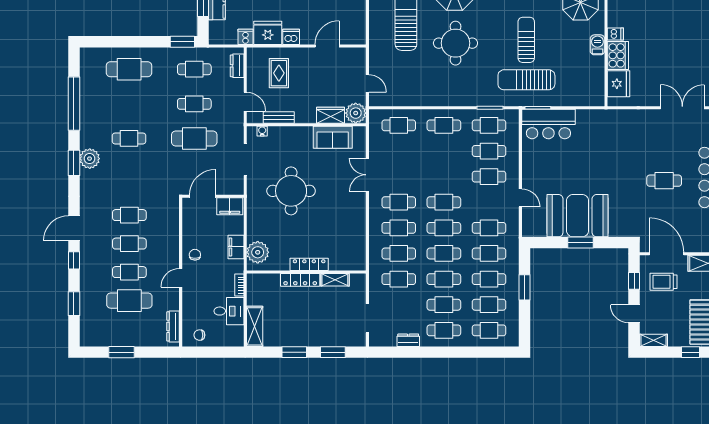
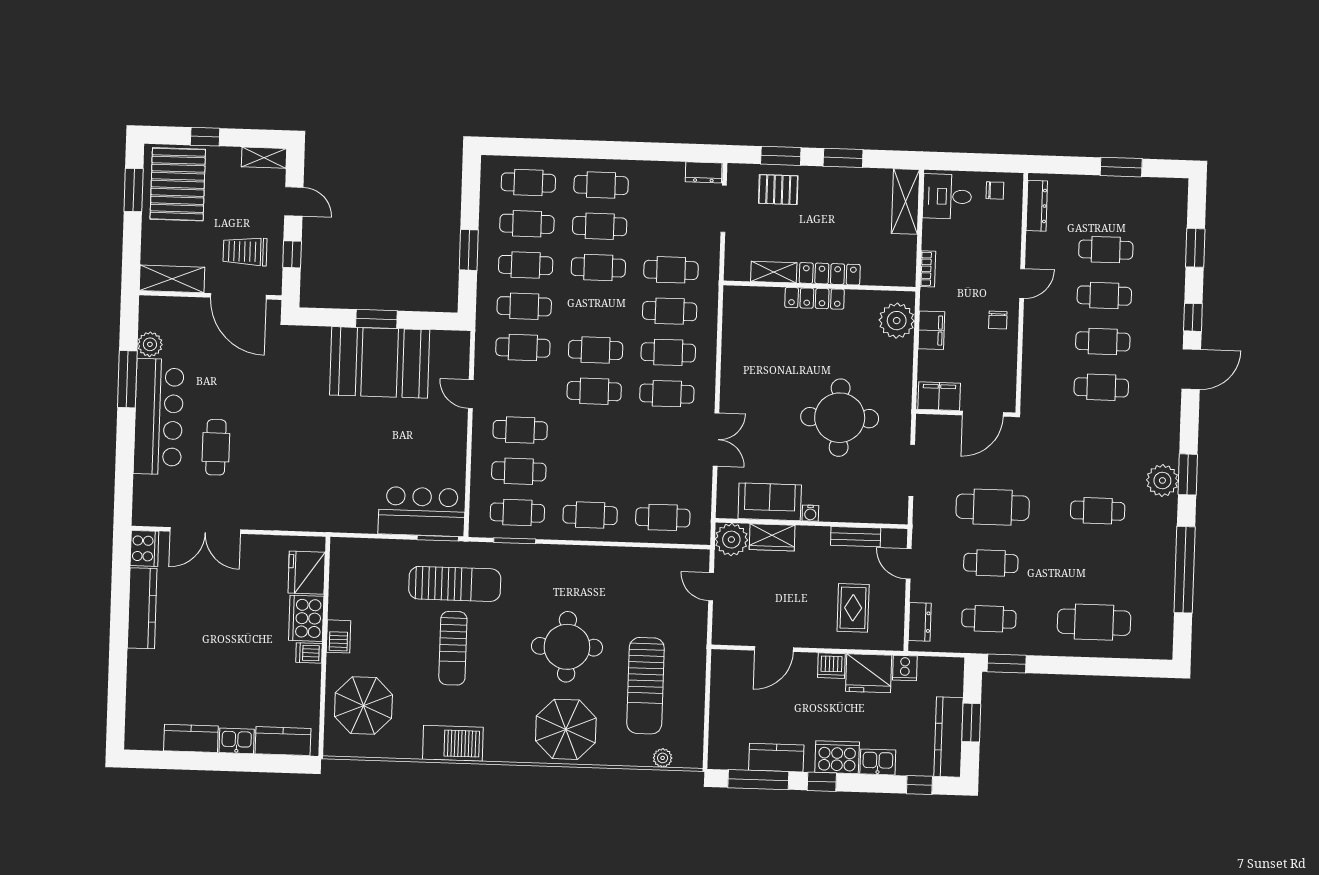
water cooler: (262, 131) -> (810, 513), moved
cafe table: (664, 181) -> (216, 447), moved, turned 90
cafe table: (444, 253) -> (597, 309), removed
trolley: (663, 282) -> (245, 252), turned 180
cafe table: (129, 301) -> (1106, 250), width x0.73, depth x0.74
desk: (229, 311) -> (947, 196), moved
pallet: (334, 331) -> (778, 190), added
dresser: (408, 340) -> (704, 172), moved

